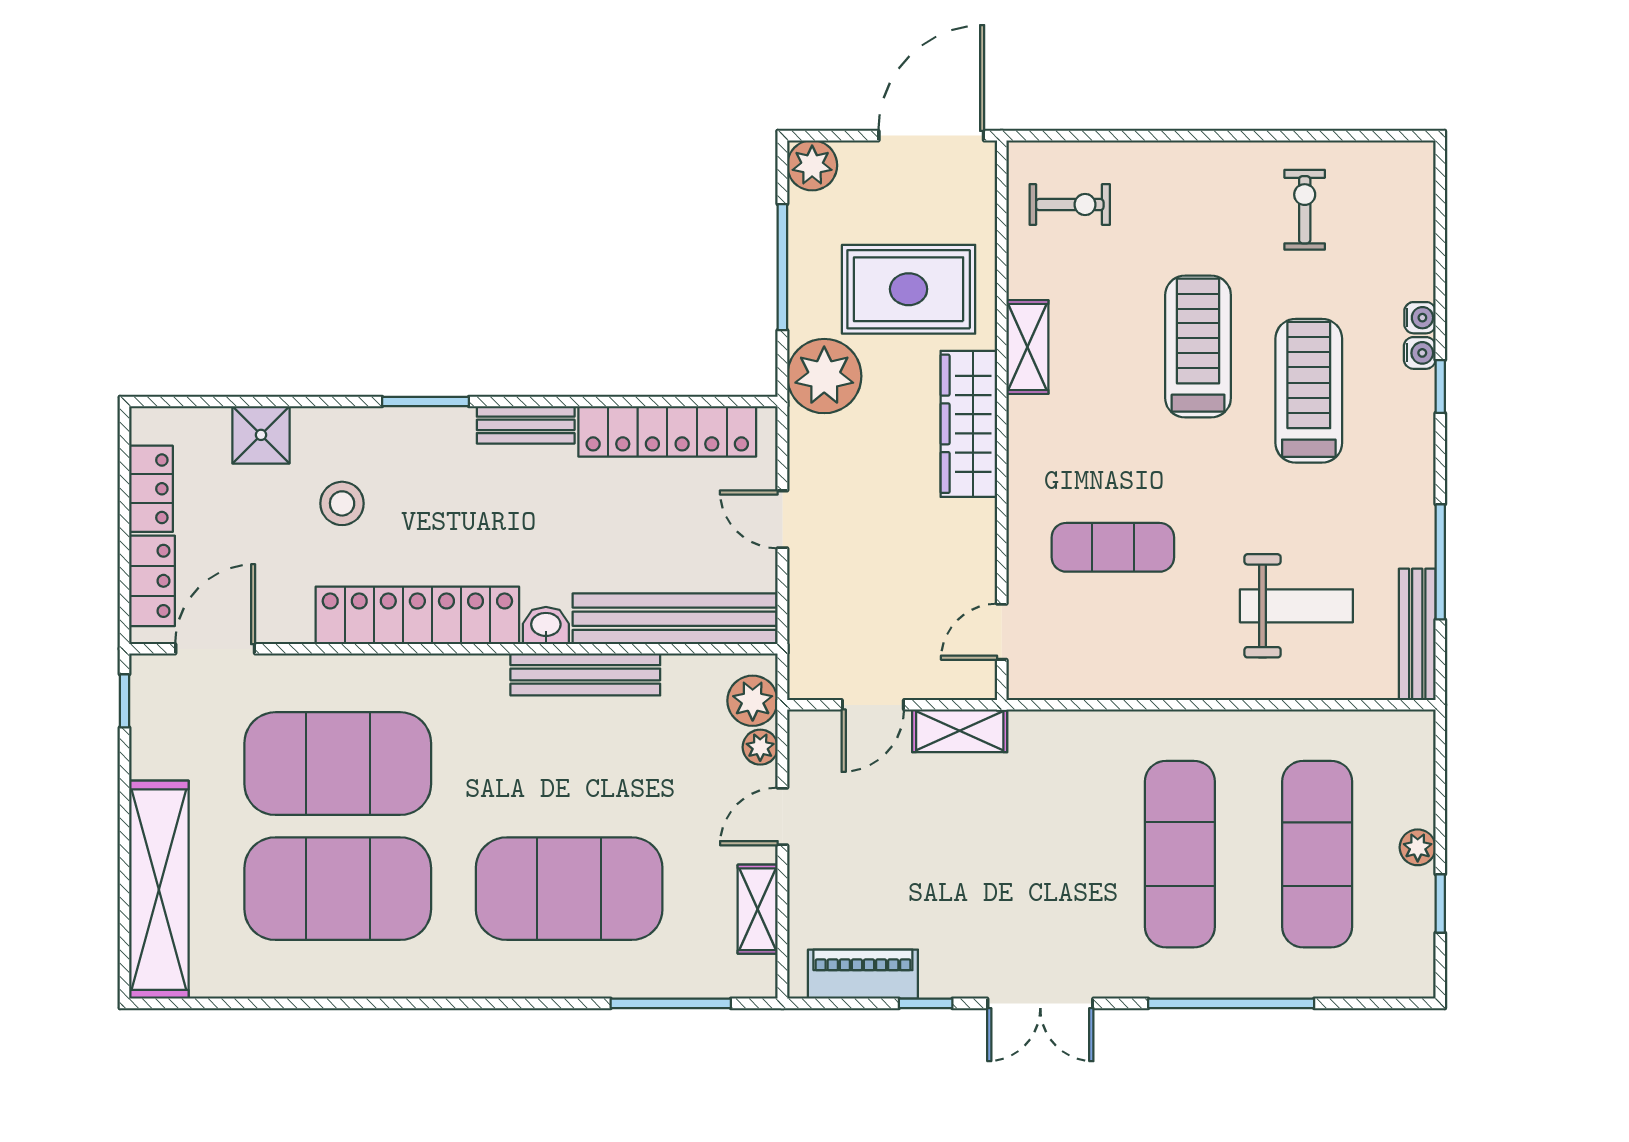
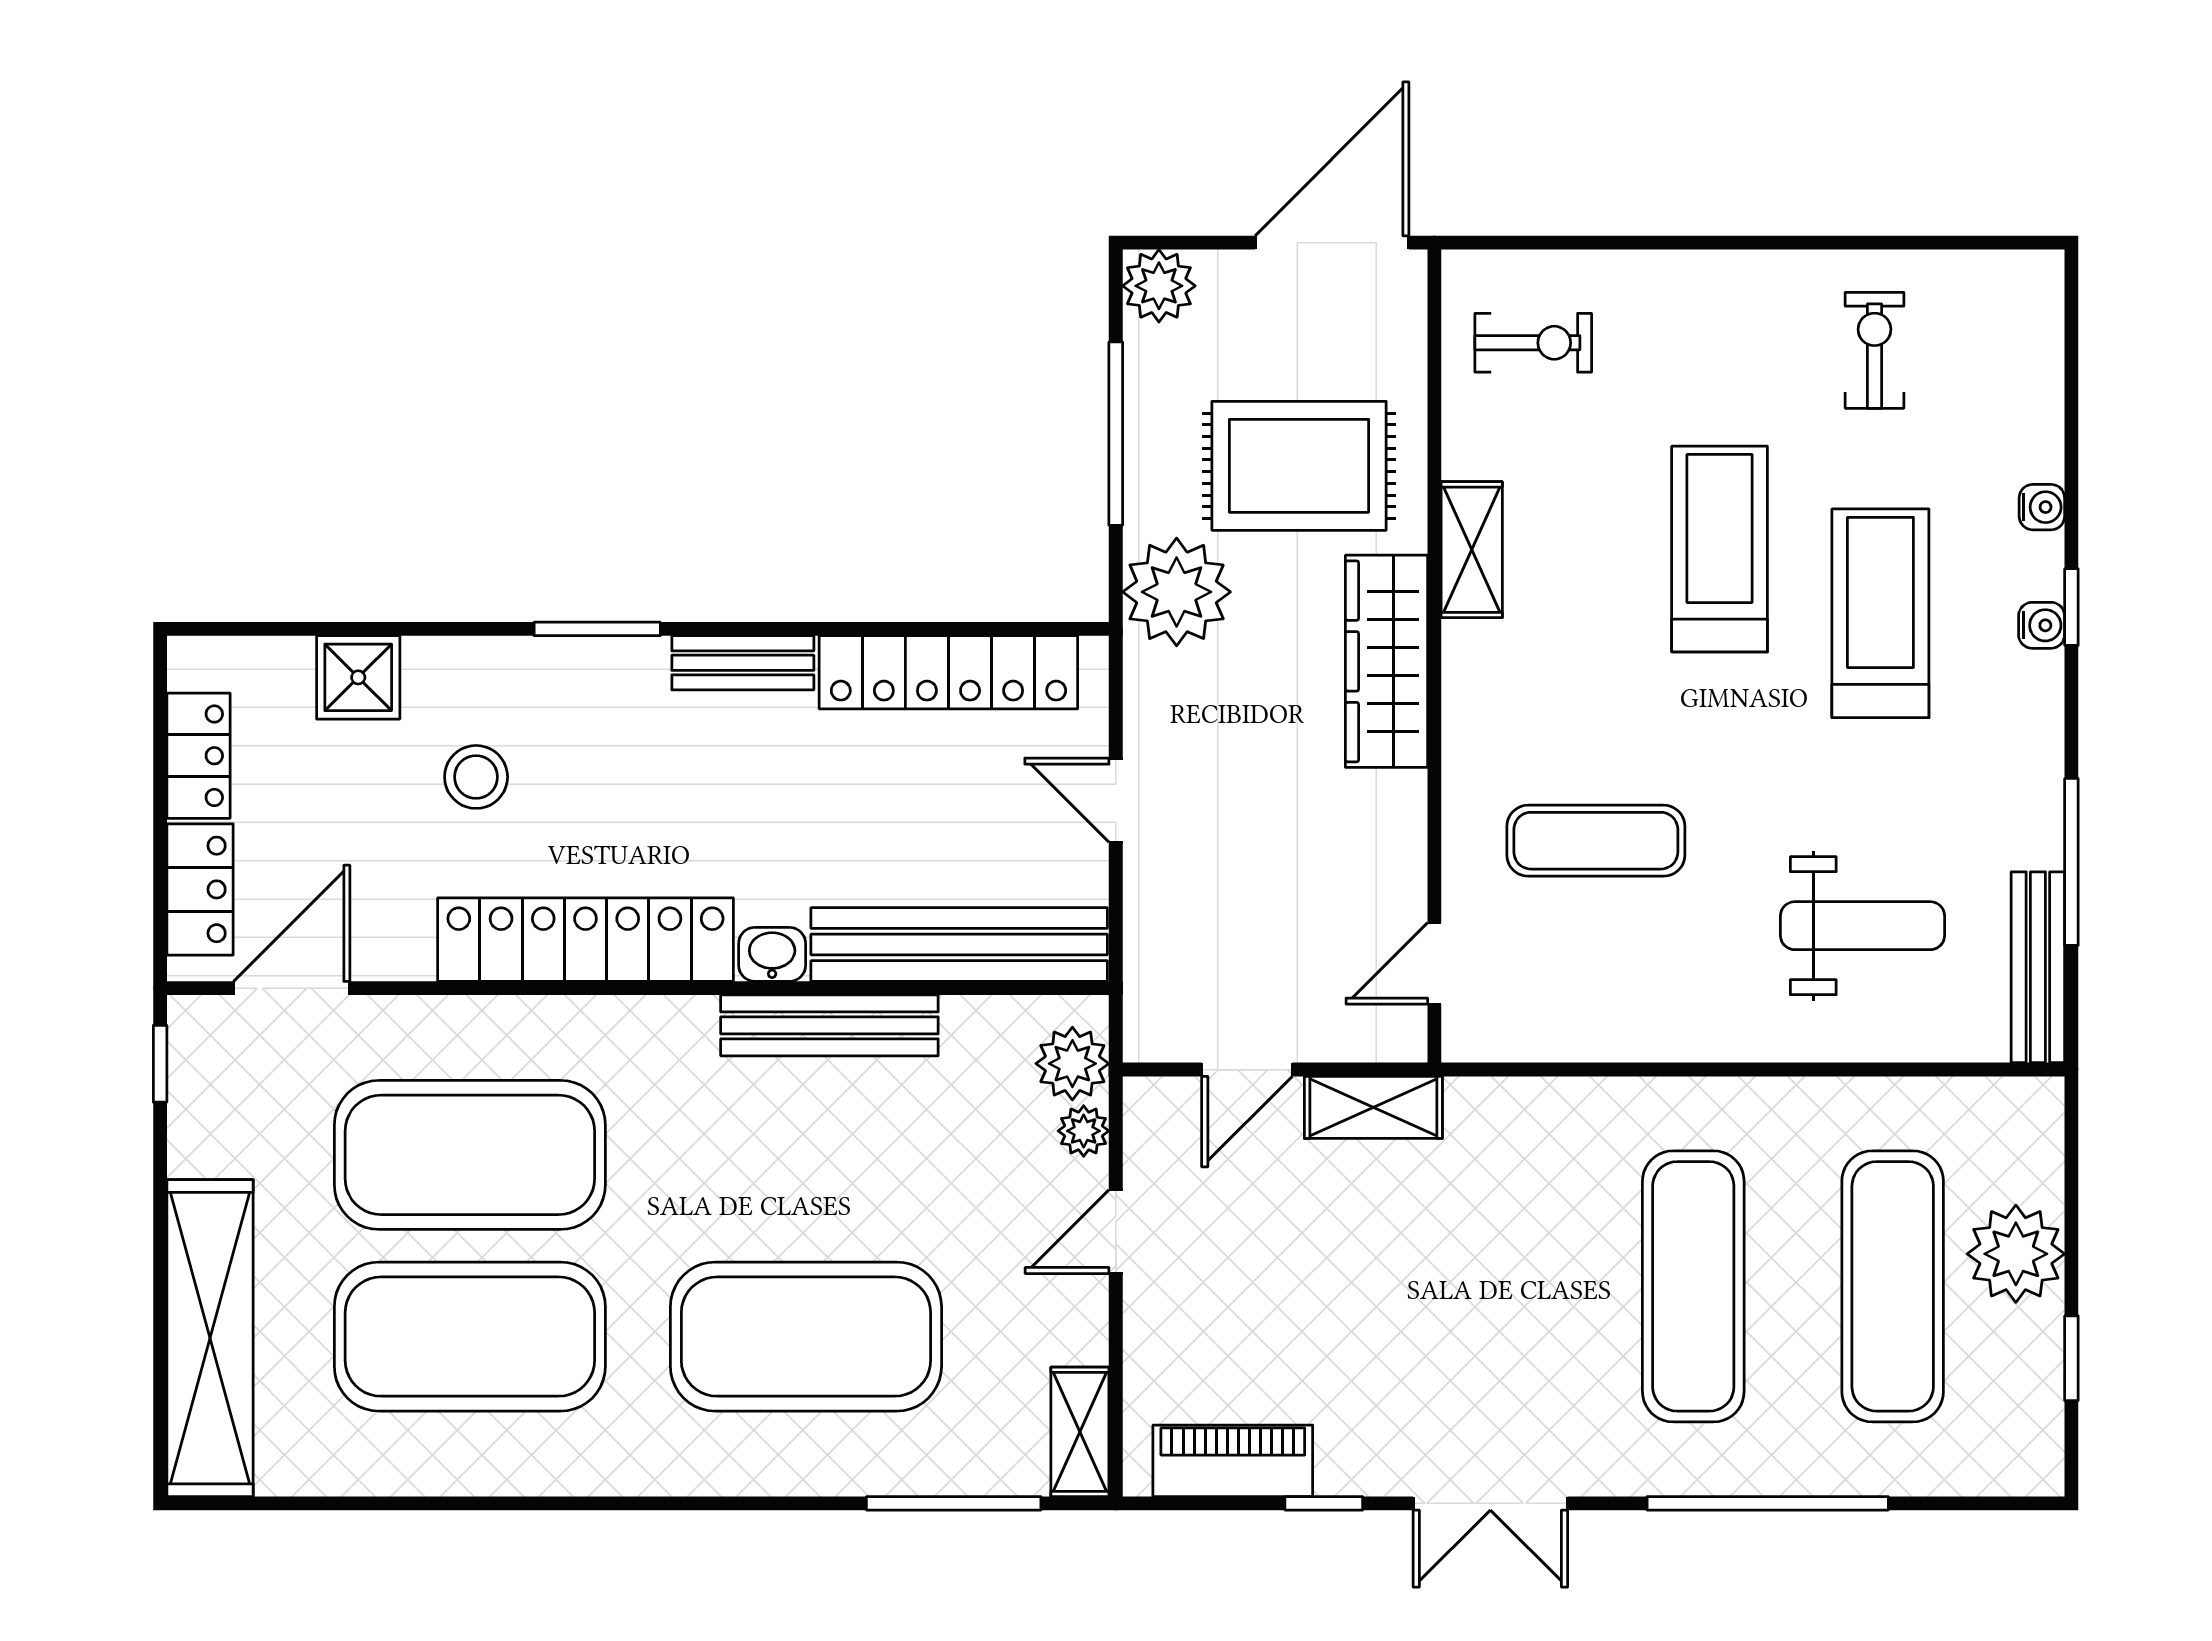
water cooler: (1420, 353) -> (2042, 625), moved
plant: (1418, 847) -> (2016, 1254), width x1.88, depth x1.88
shelving: (758, 909) -> (1080, 1432), moved

